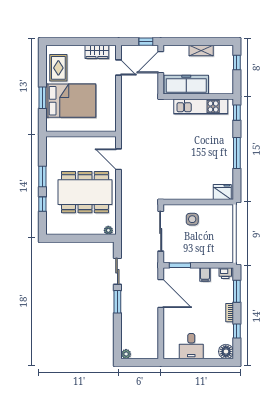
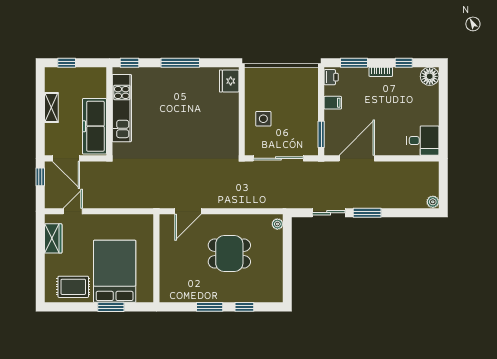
dining table: (85, 192) -> (229, 253), width x0.53, depth x0.80
desk: (191, 346) -> (423, 141), moved

